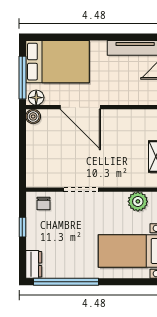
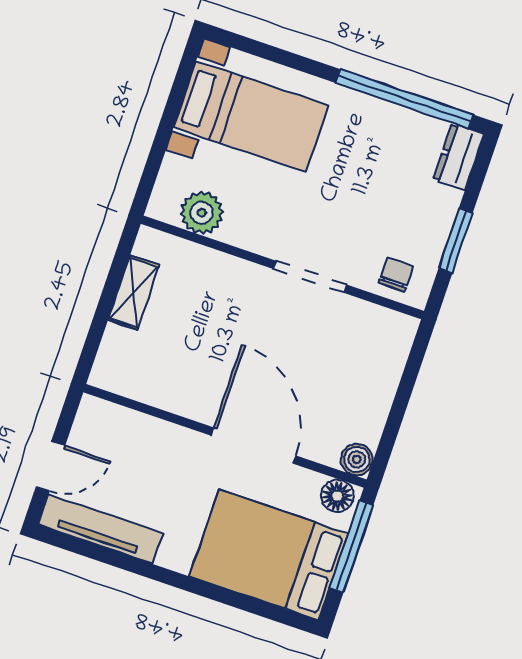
window: (22, 227) -> (456, 241), width x1.50

